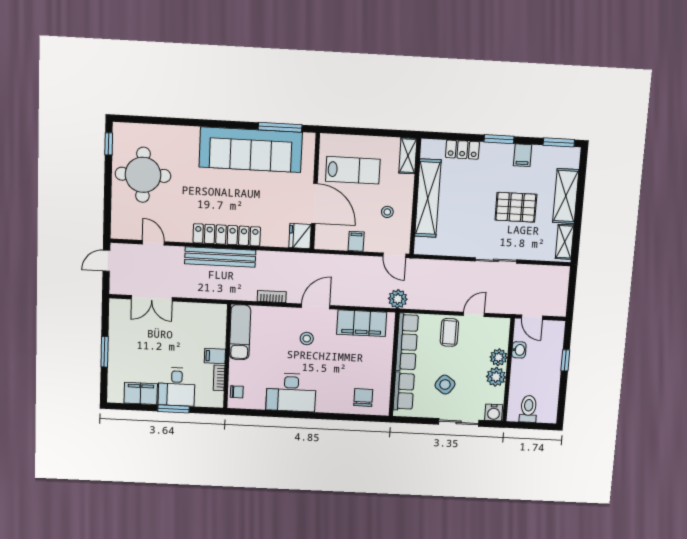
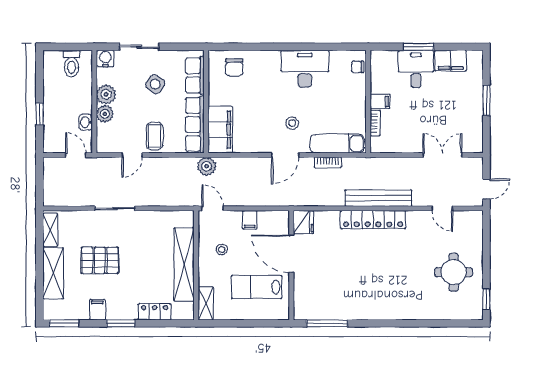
sofa: (251, 150) -> (354, 301), removed
round table: (143, 175) -> (454, 272), width x0.73, depth x0.73
filing cabinet: (362, 323) -> (220, 130), moved, turned 90
exam couch: (240, 332) -> (337, 144), moved, turned 90
bookcase: (219, 378) -> (375, 123), moved

